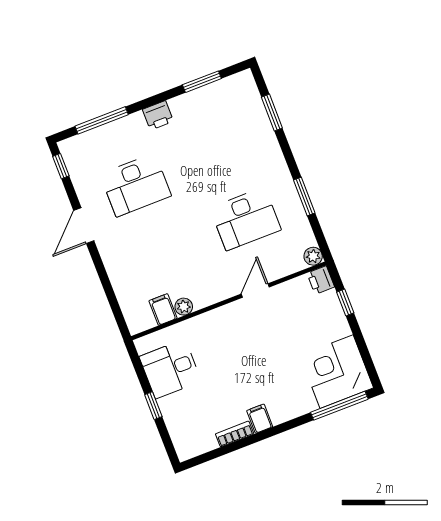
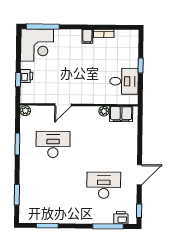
printer: (158, 115) -> (121, 218), moved
printer: (321, 280) -> (27, 76), moved
filing cabinet: (163, 310) -> (121, 114), width x2.00

